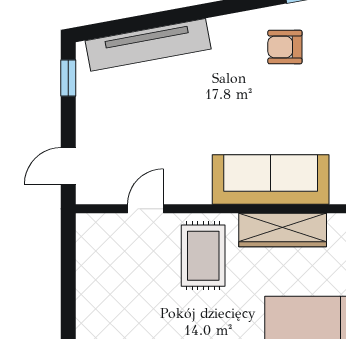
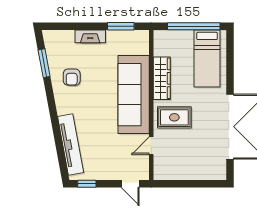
sofa: (271, 180) -> (134, 95), width x1.36, depth x1.27
door: (146, 209) -> (151, 146), hinge flipped

